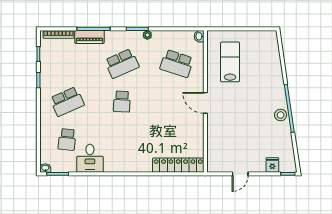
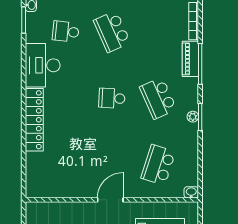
plant: (147, 35) -> (193, 117), moved
desk: (90, 158) -> (43, 65), width x1.37
locker: (178, 165) -> (34, 120), moved

